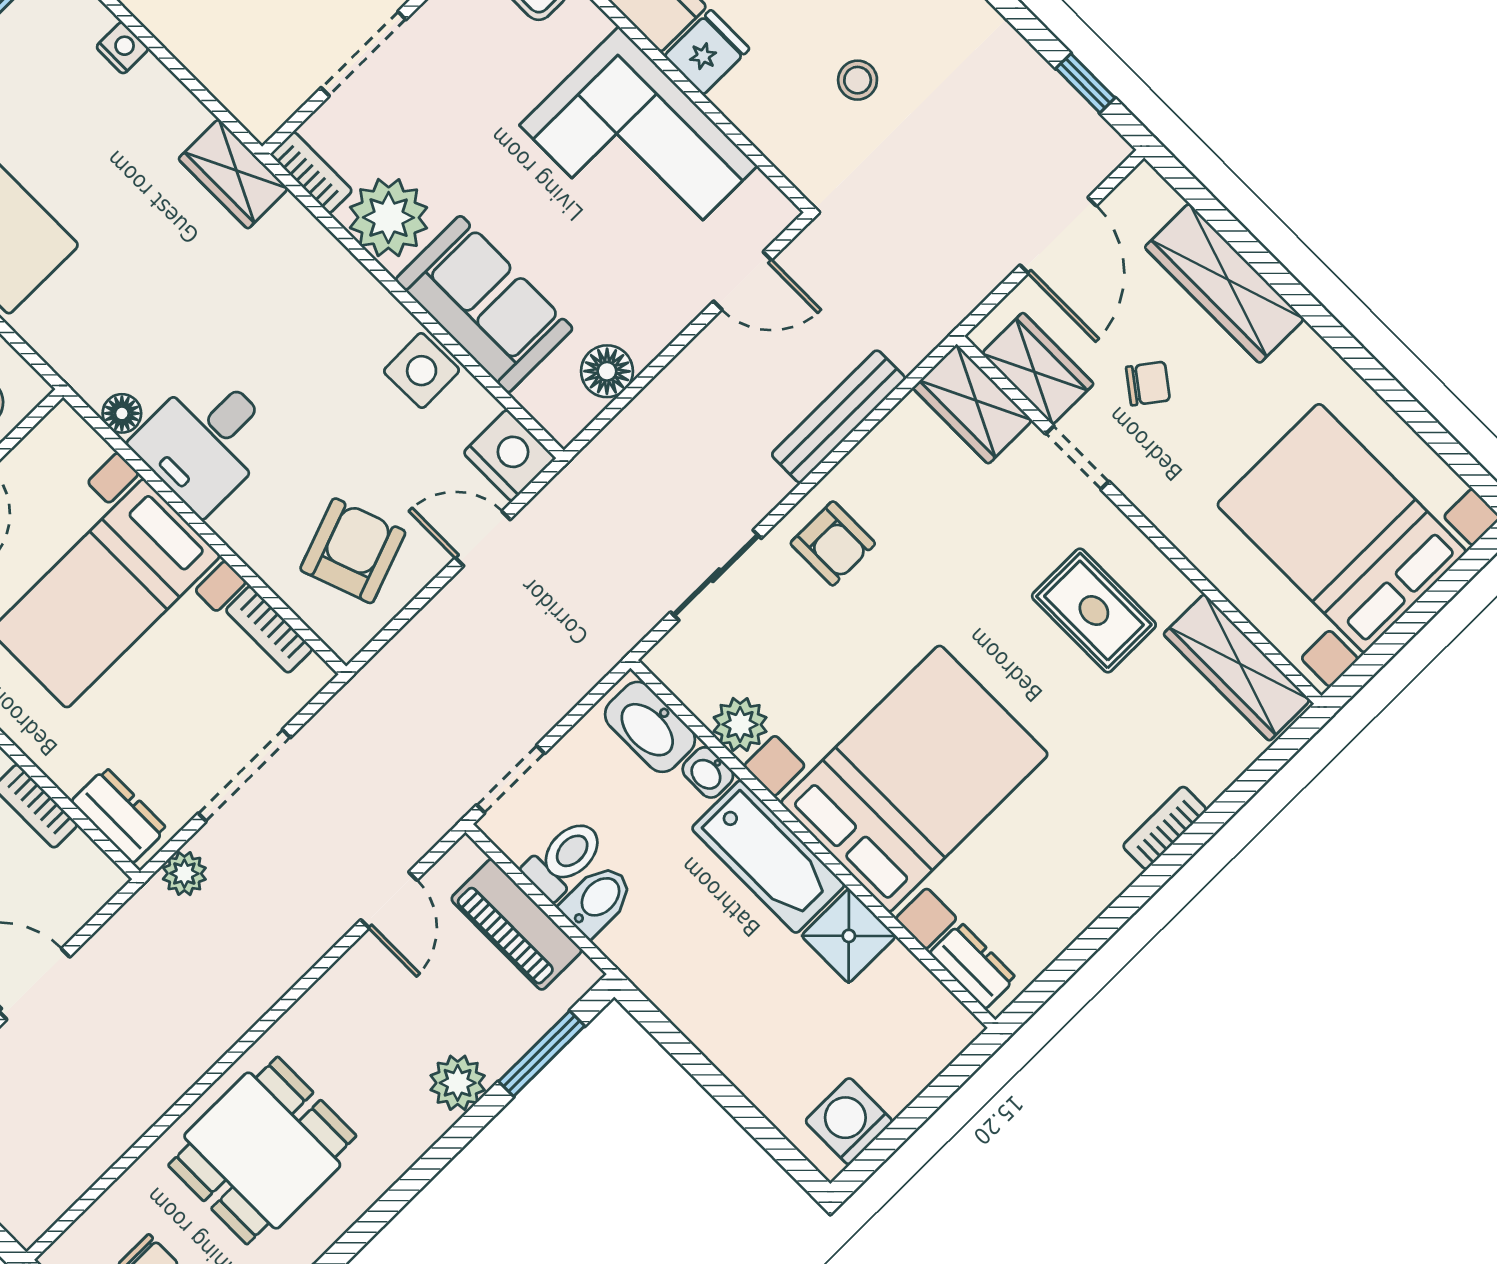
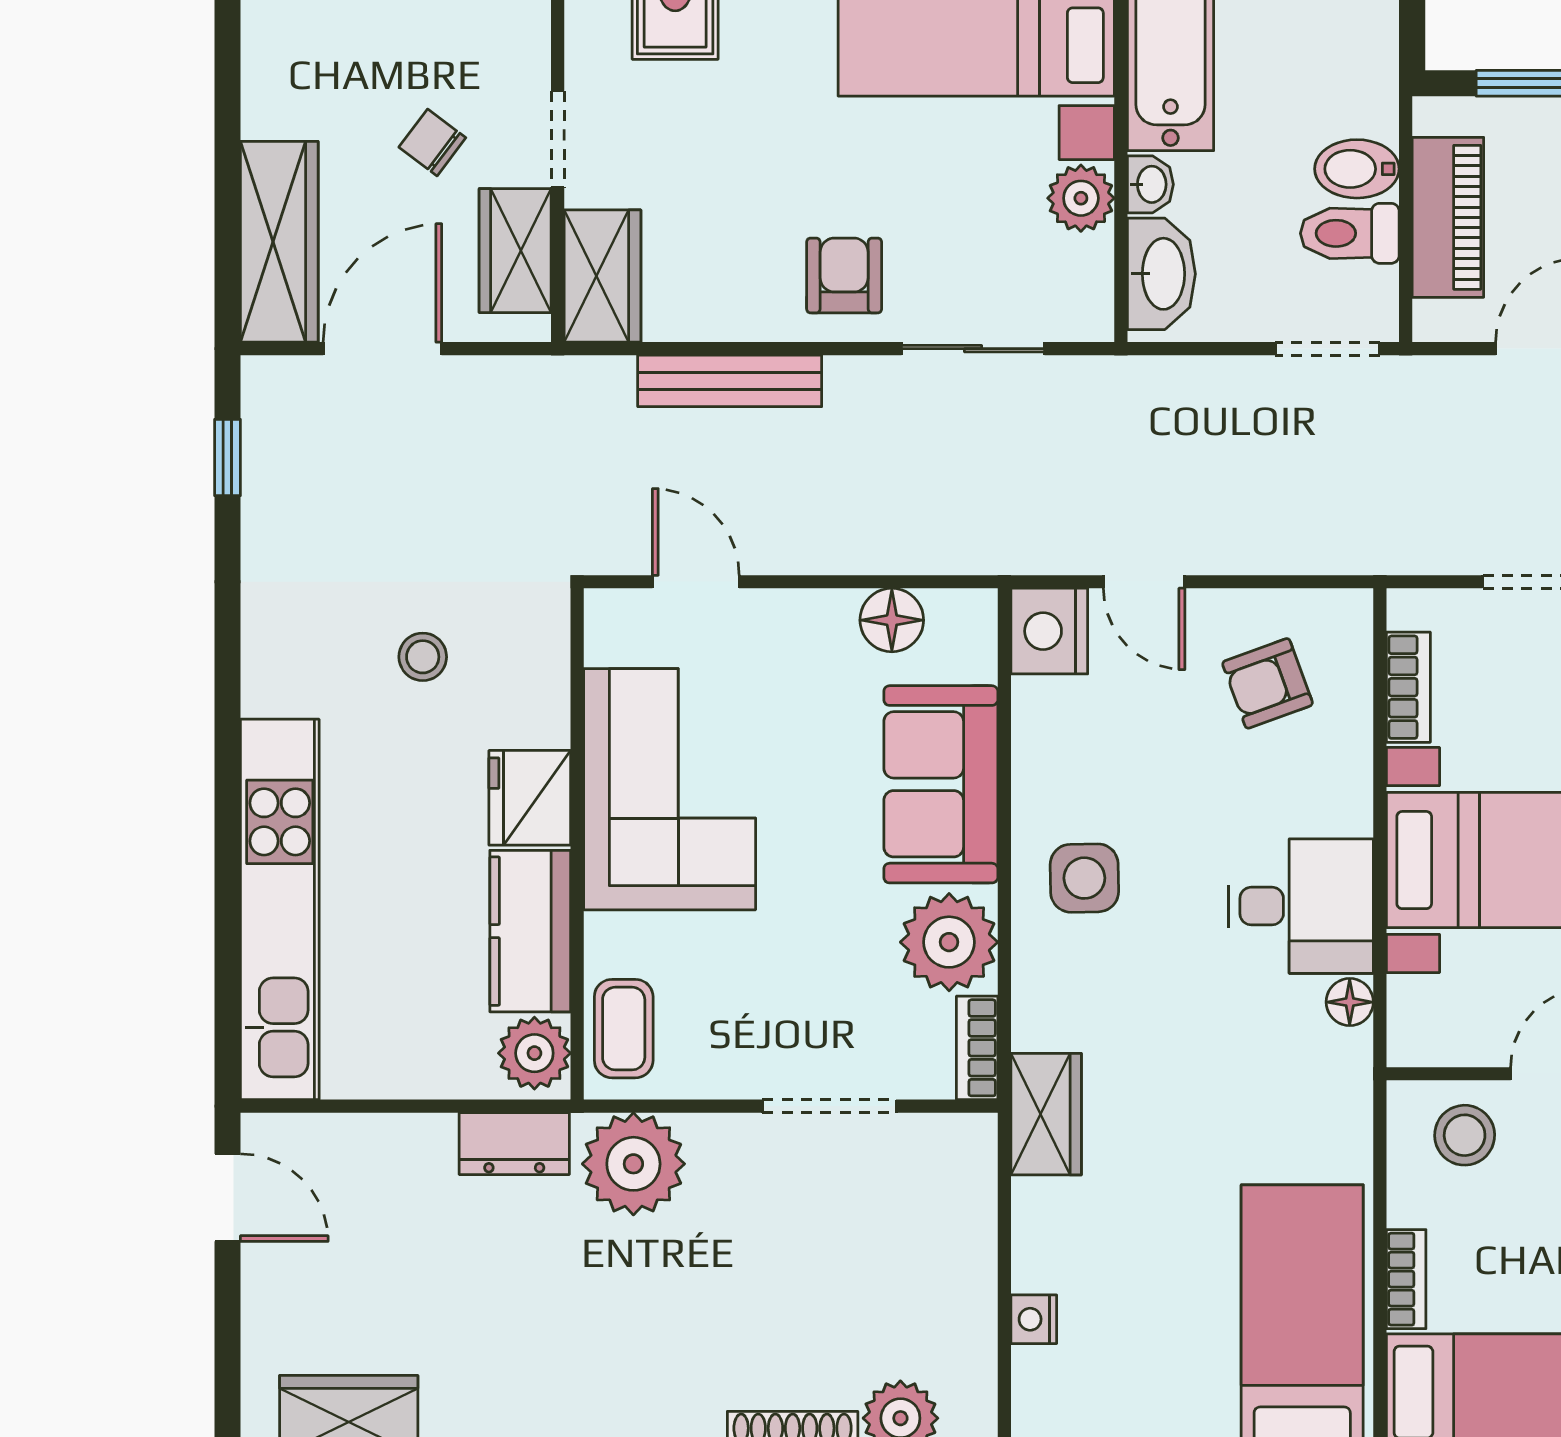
fridge: (707, 52) -> (530, 798), width x1.38
wardrobe: (1224, 283) -> (279, 242), moved
side table: (422, 371) -> (1084, 878), moved
armchair: (353, 551) -> (1268, 683), width x0.72, depth x0.72

